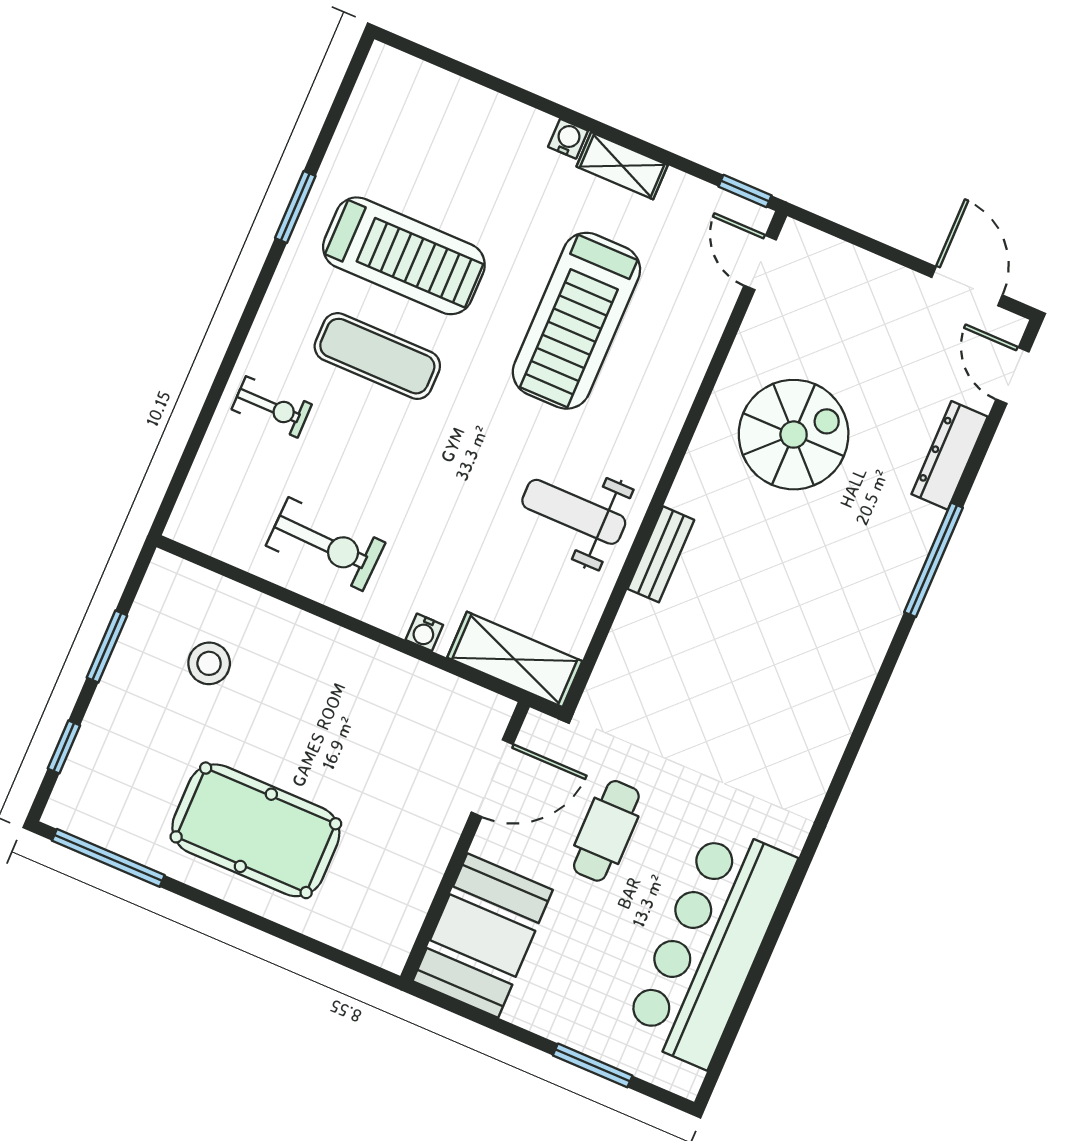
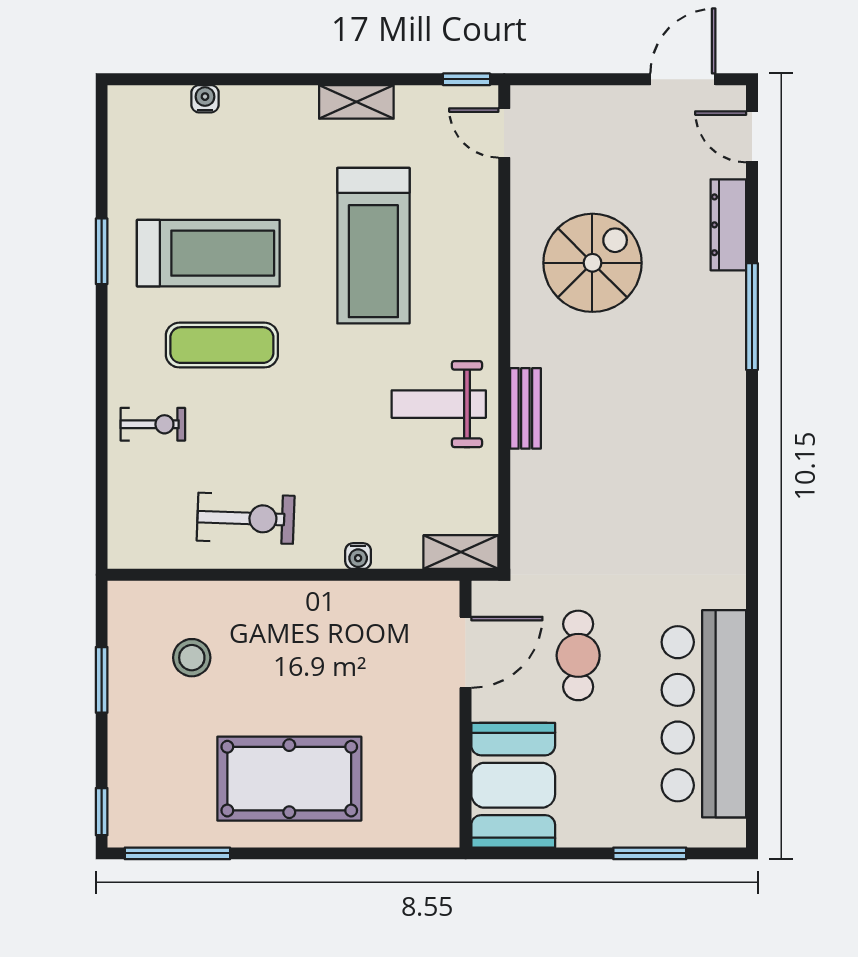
water cooler: (568, 139) -> (205, 99), moved
door: (967, 286) -> (683, 79), hinge flipped
shelving: (515, 659) -> (461, 552), width x0.67, depth x0.75
window: (64, 747) -> (102, 812), moved

